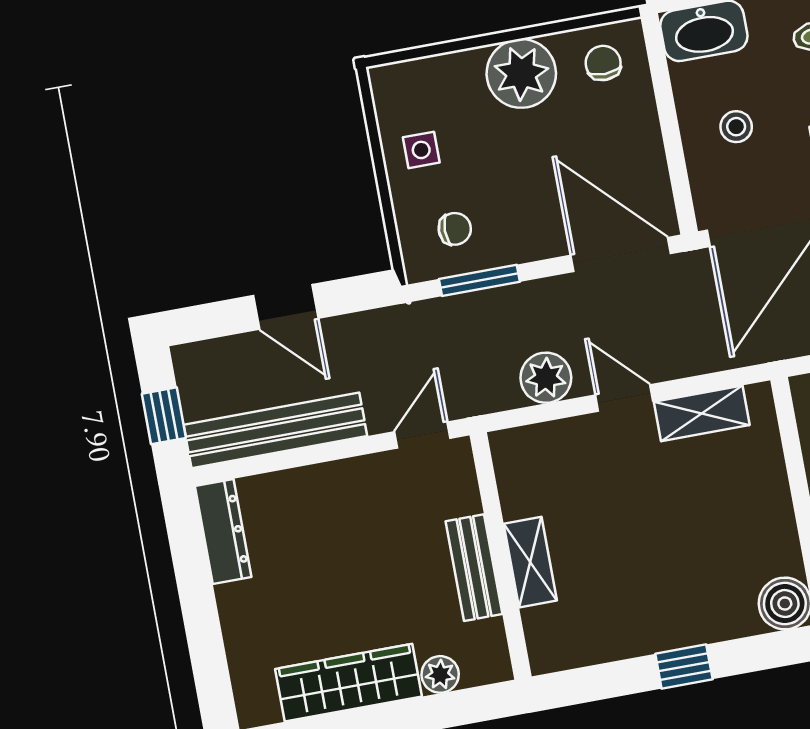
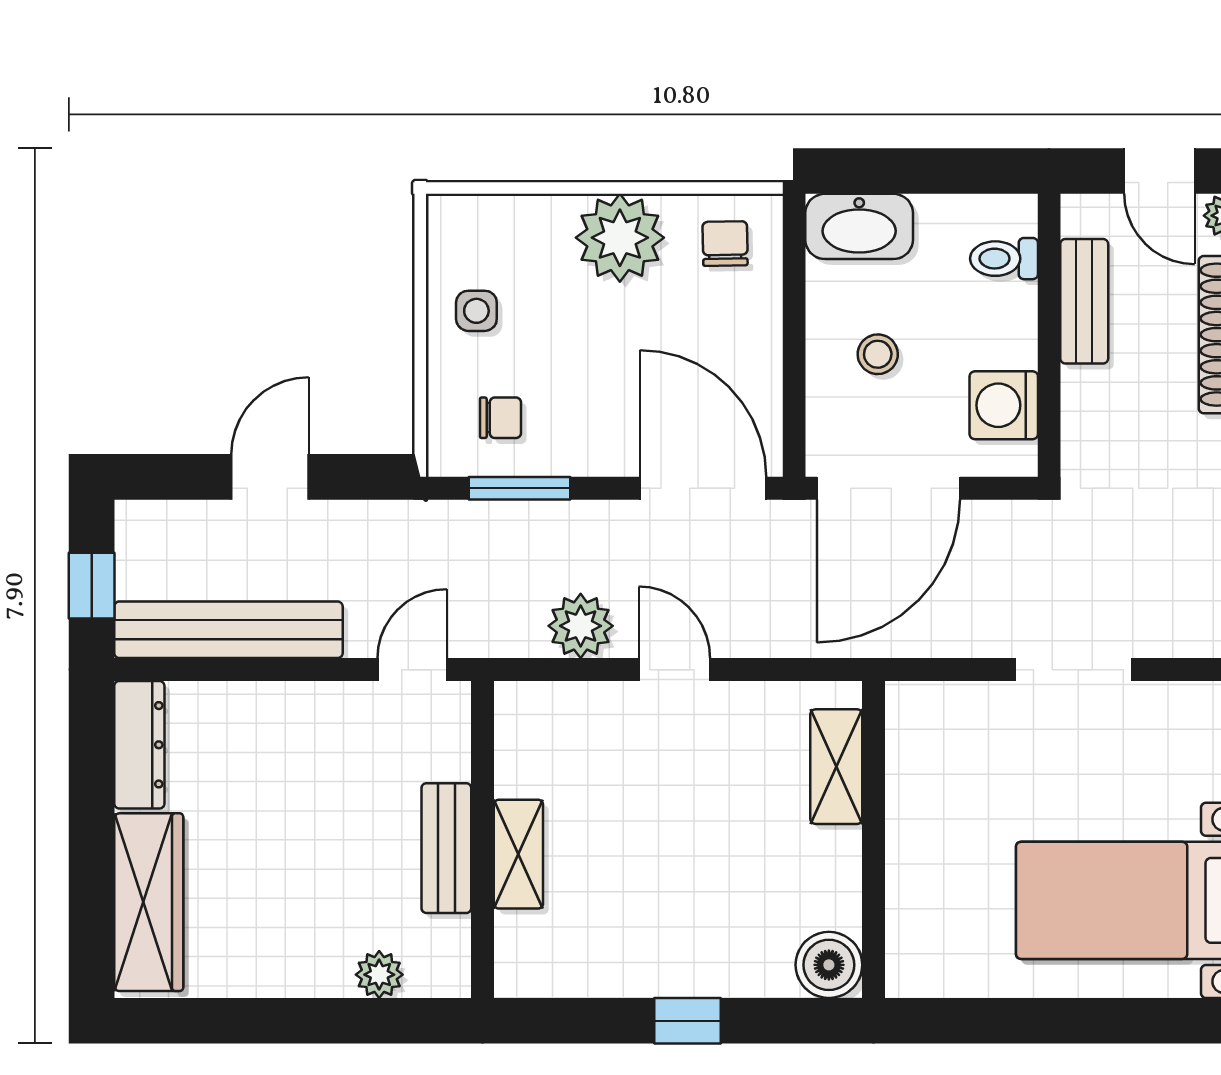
door: (286, 307) -> (270, 477), swing flipped
shelving: (702, 413) -> (836, 767), moved, turned 90
wardrobe: (349, 683) -> (149, 902), moved, turned 90

